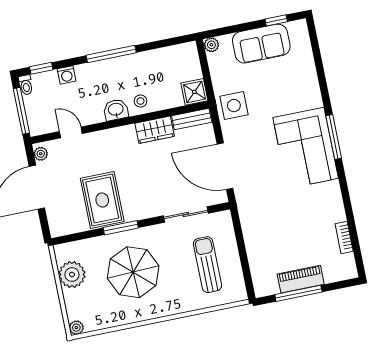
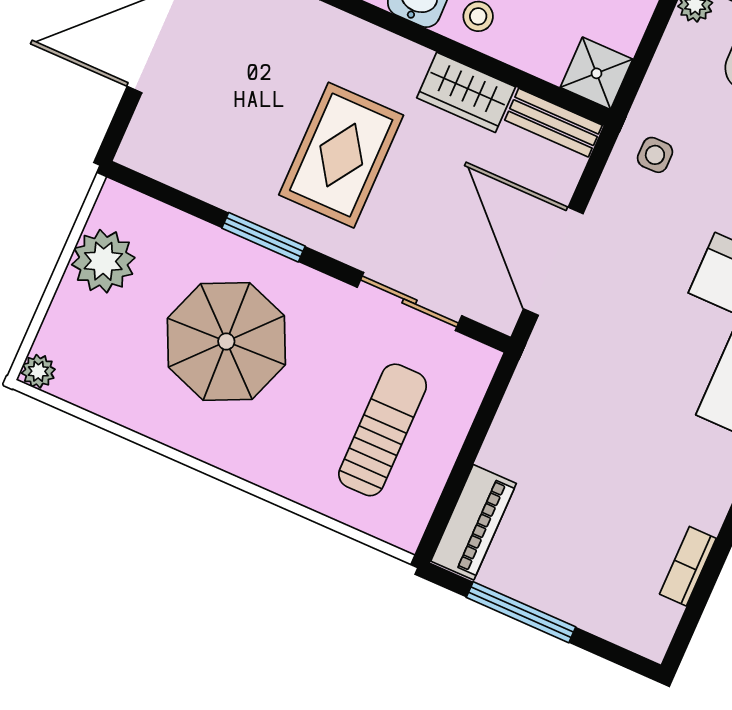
side table: (234, 106) -> (655, 155), width x0.54, depth x0.54
rug: (102, 200) -> (341, 155), moved
piano: (301, 279) -> (473, 522), moved, turned 90

